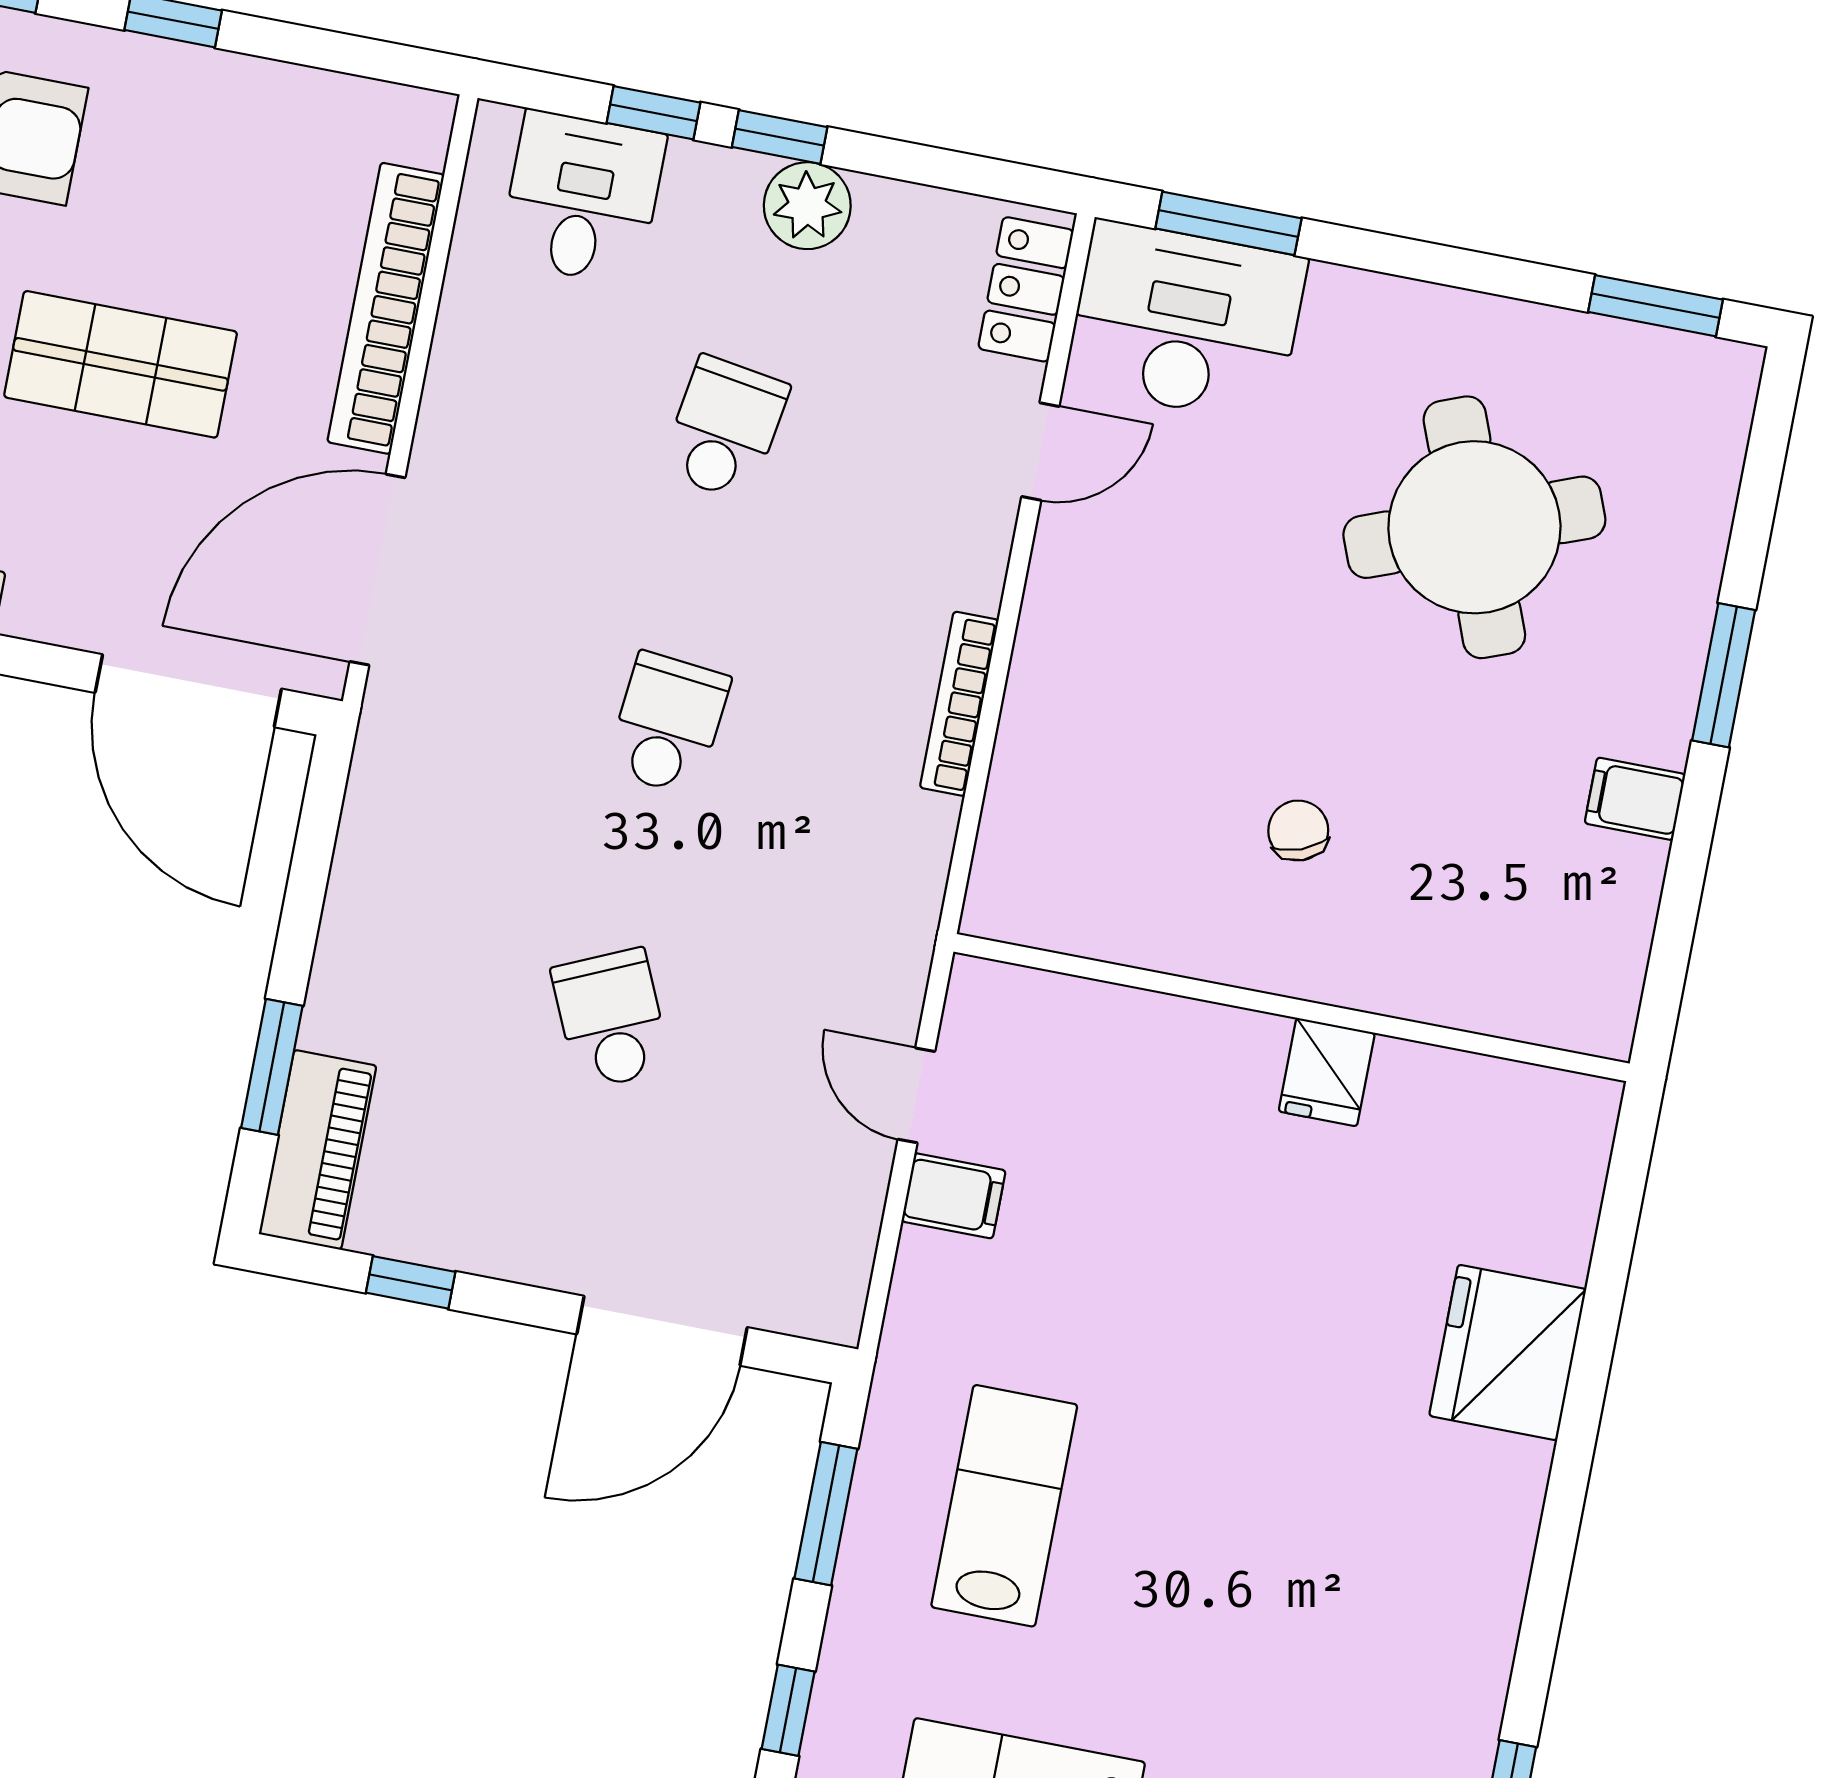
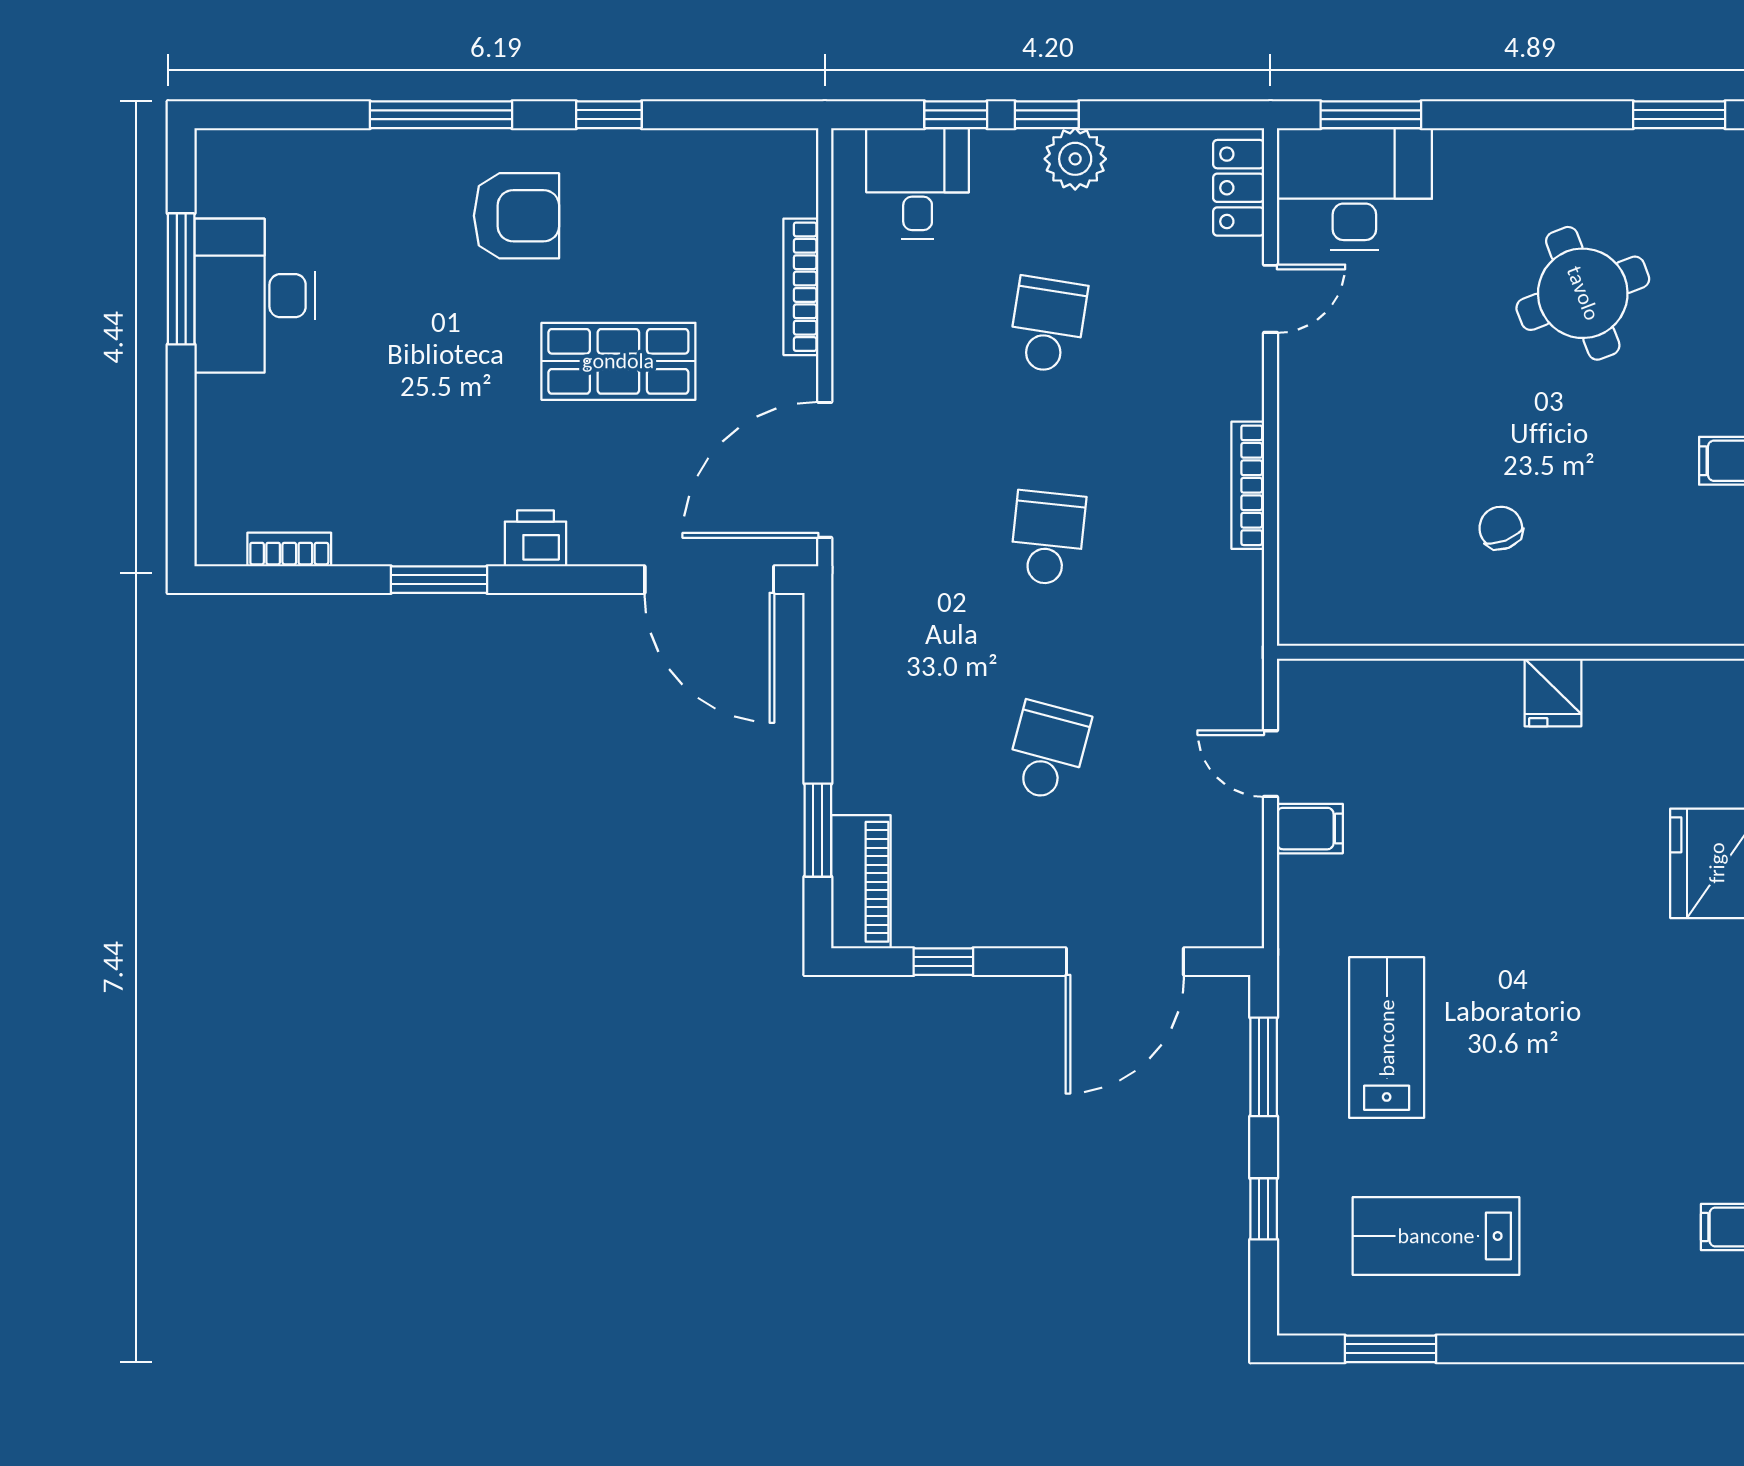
bookcase: (386, 308) -> (801, 287), width x0.68, depth x0.76
round table: (1474, 527) -> (1583, 293), width x0.73, depth x0.73
school desk: (611, 1019) -> (1048, 751), turned 39

